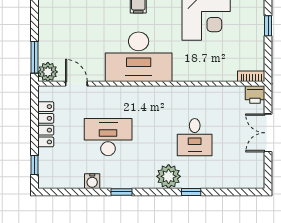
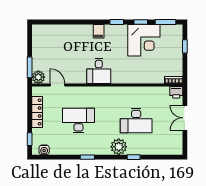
desk: (139, 57) -> (99, 71), width x0.53, depth x0.77
desk: (195, 137) -> (136, 121), width x1.37
water cooler: (92, 181) -> (44, 150), moved

